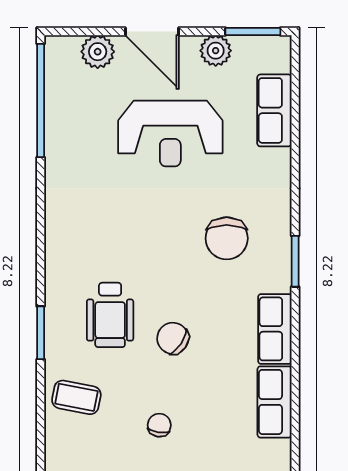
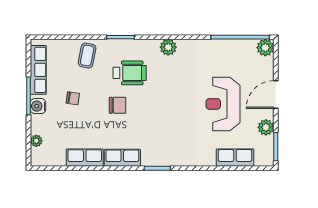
plant: (98, 52) -> (265, 48), moved
chair: (227, 238) -> (169, 133), removed
plant: (60, 240) -> (168, 47), added
wheelchair: (110, 315) -> (130, 73), turned 180
chair: (173, 338) -> (118, 105), turned 56

